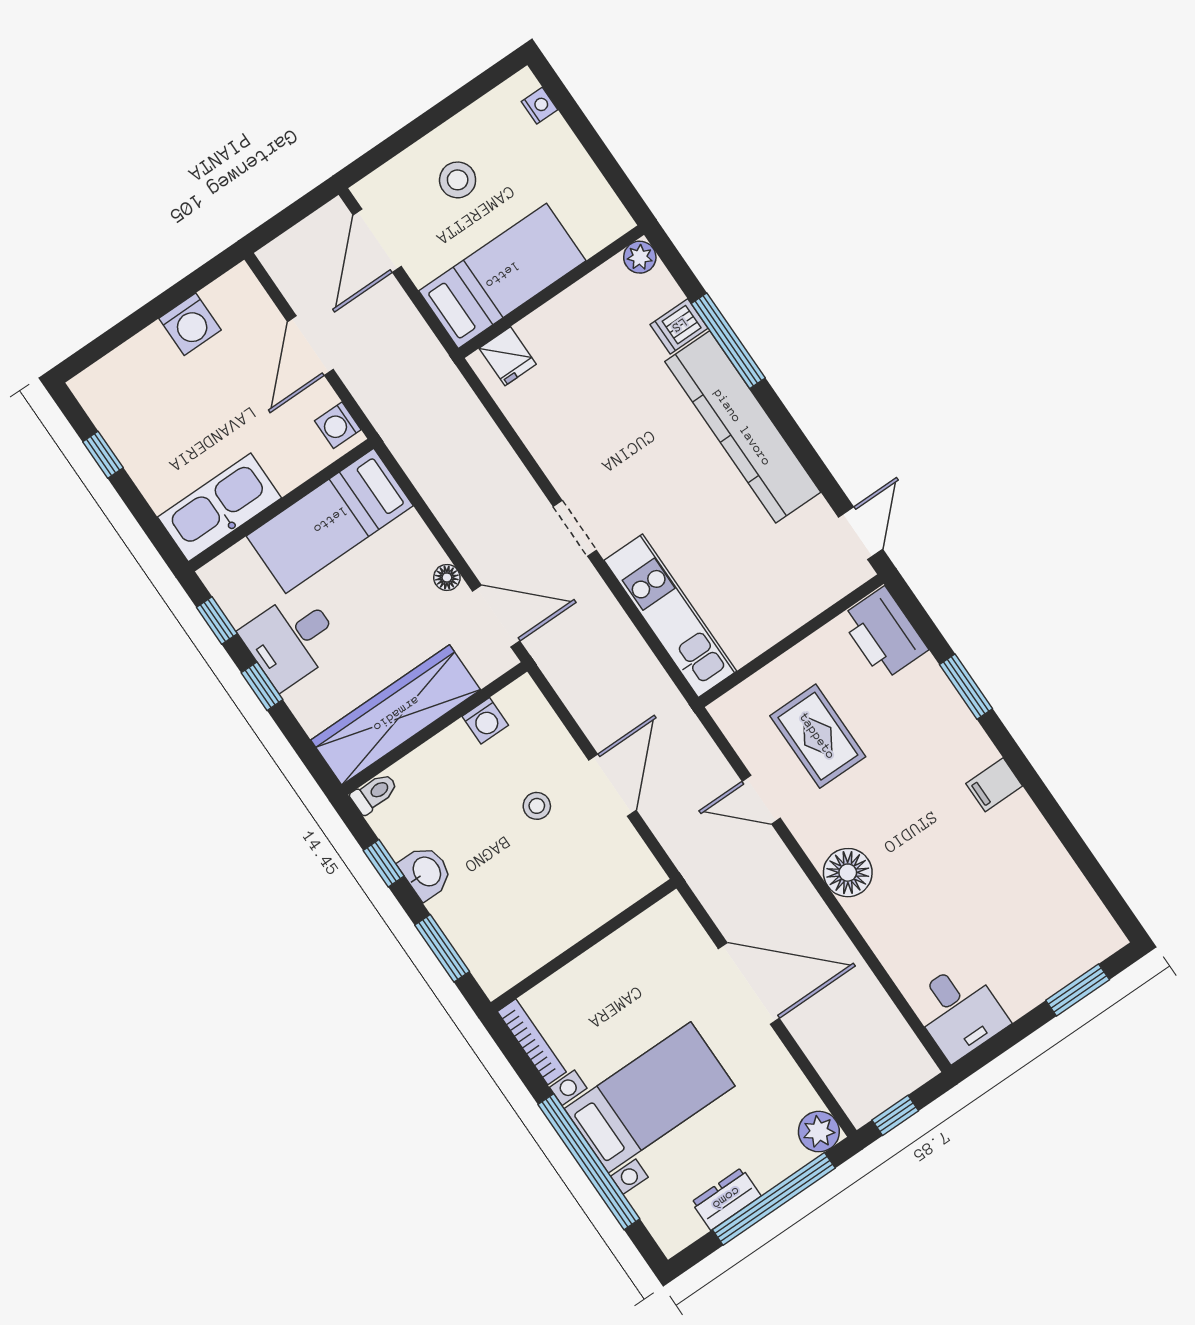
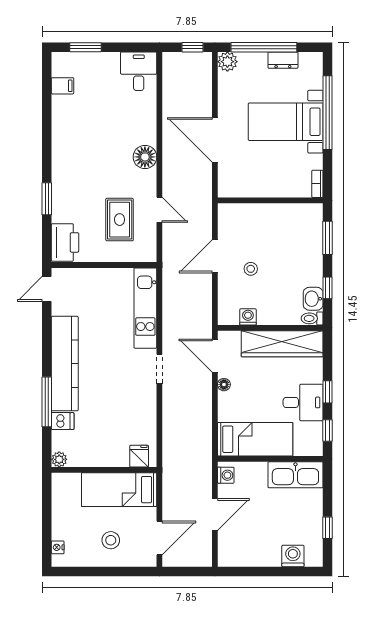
washing machine: (190, 324) -> (293, 556), moved
filing cabinet: (994, 785) -> (63, 86), moved
washbasin: (426, 872) -> (313, 299), moved
bookcase: (532, 1042) -> (317, 184), width x0.64

